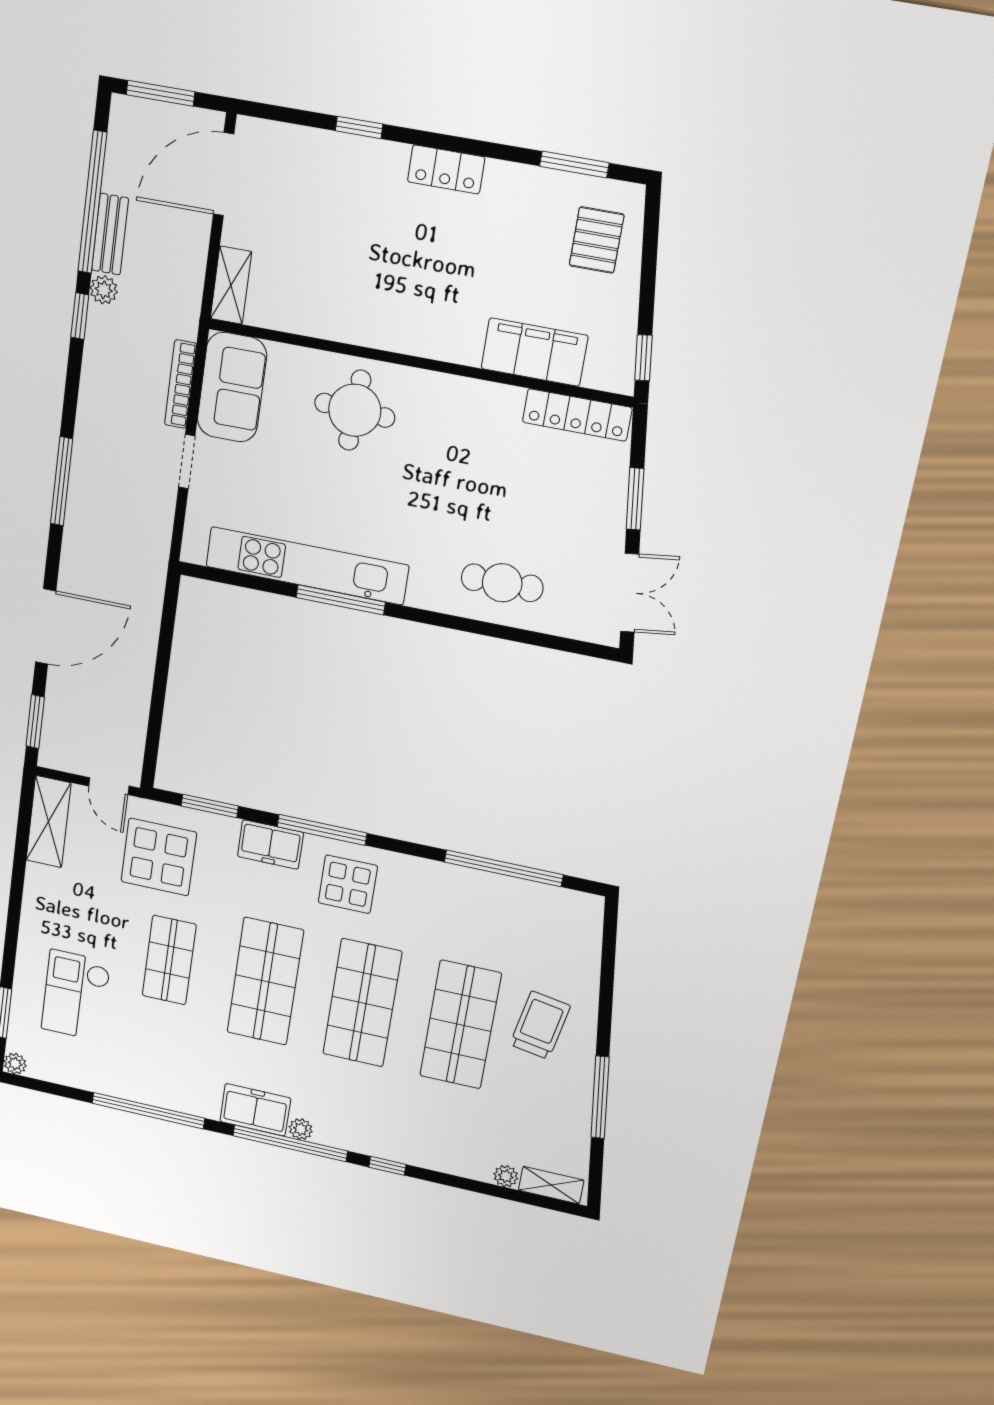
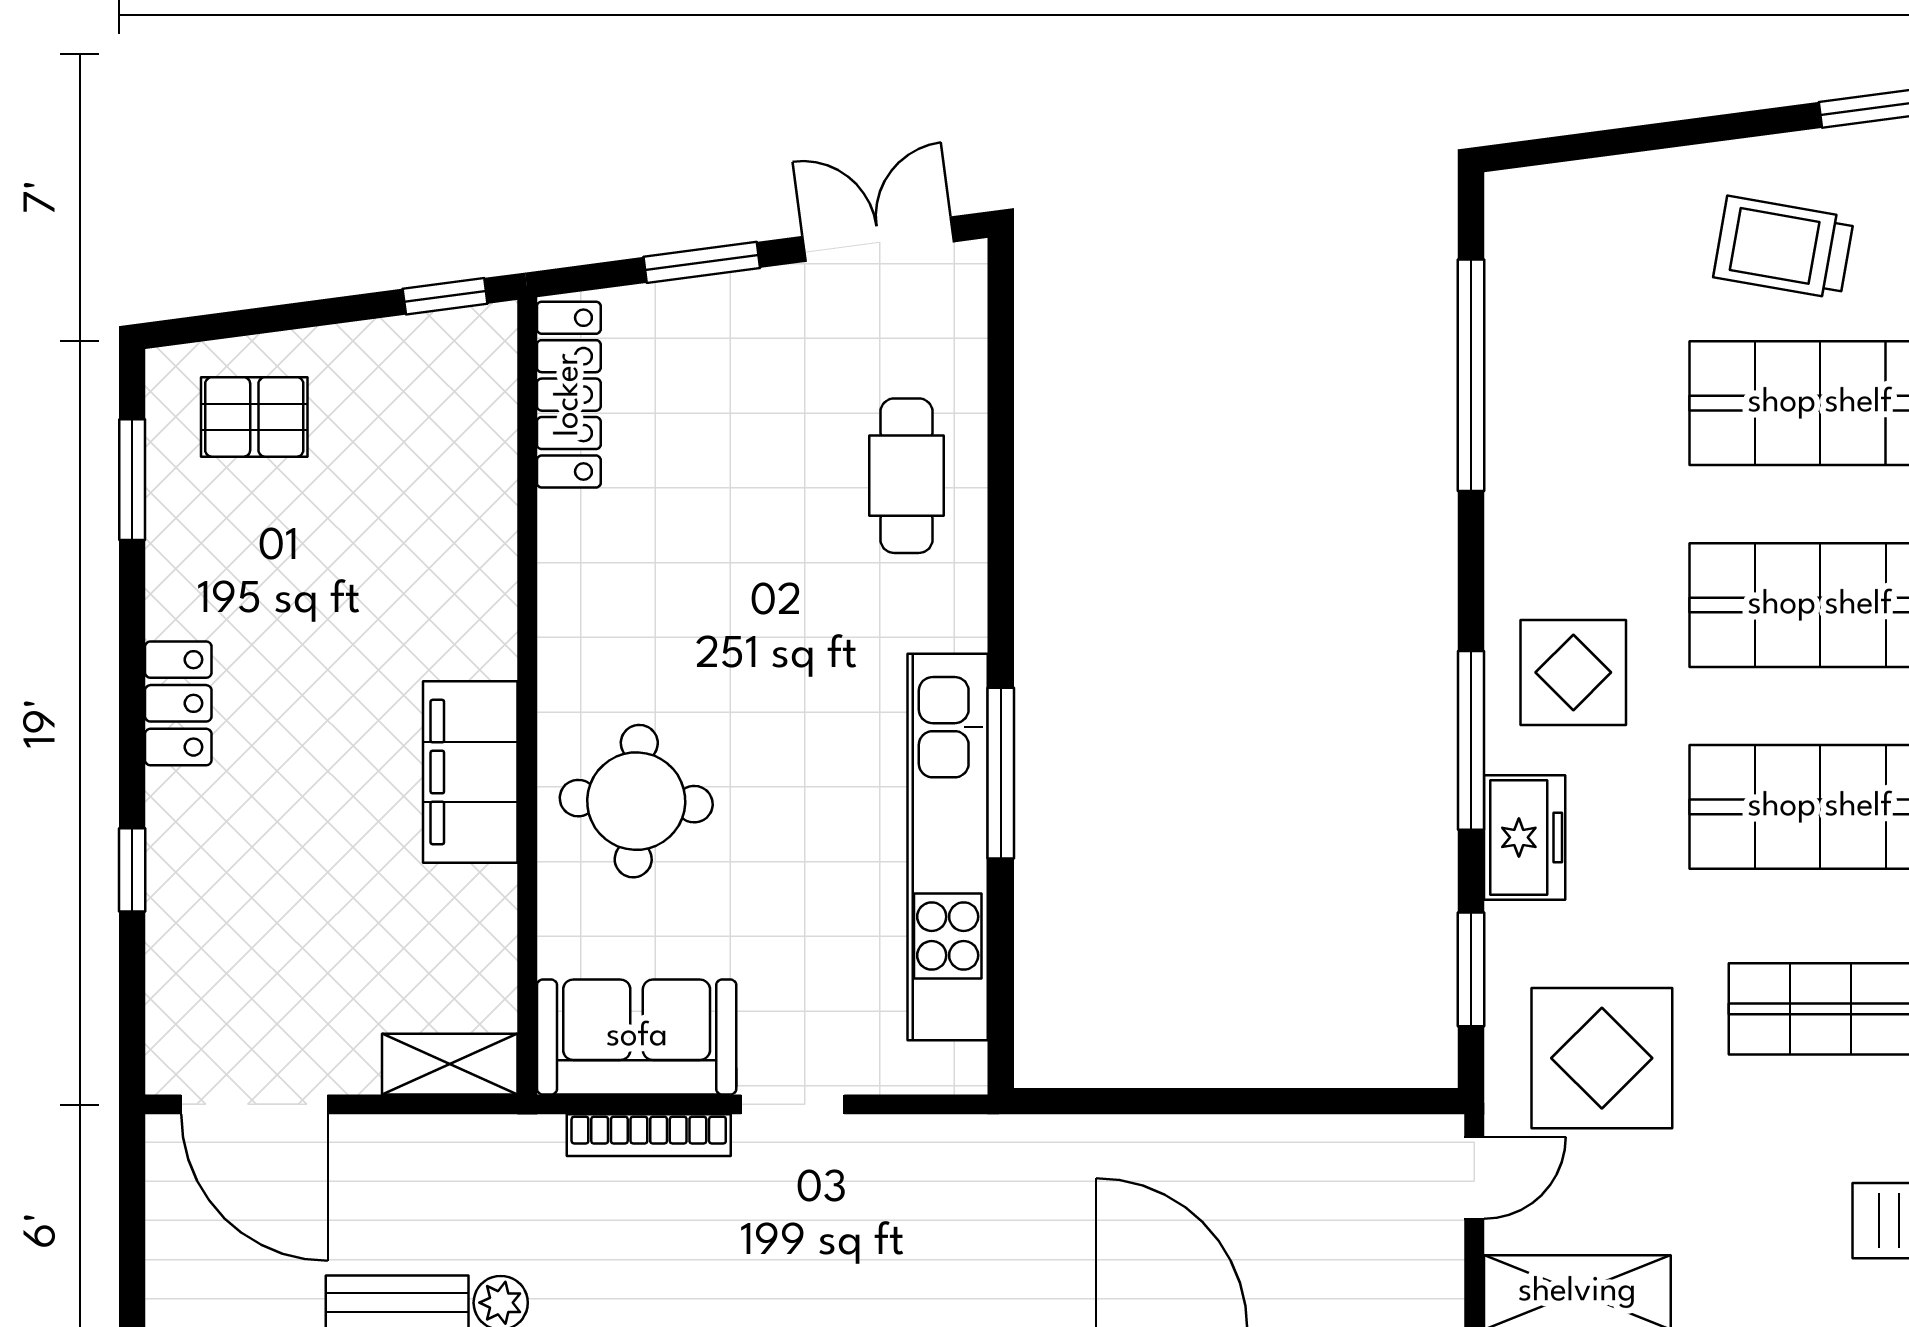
window: (160, 93) -> (132, 1239), removed
filing cabinet: (534, 352) -> (470, 772), moved

